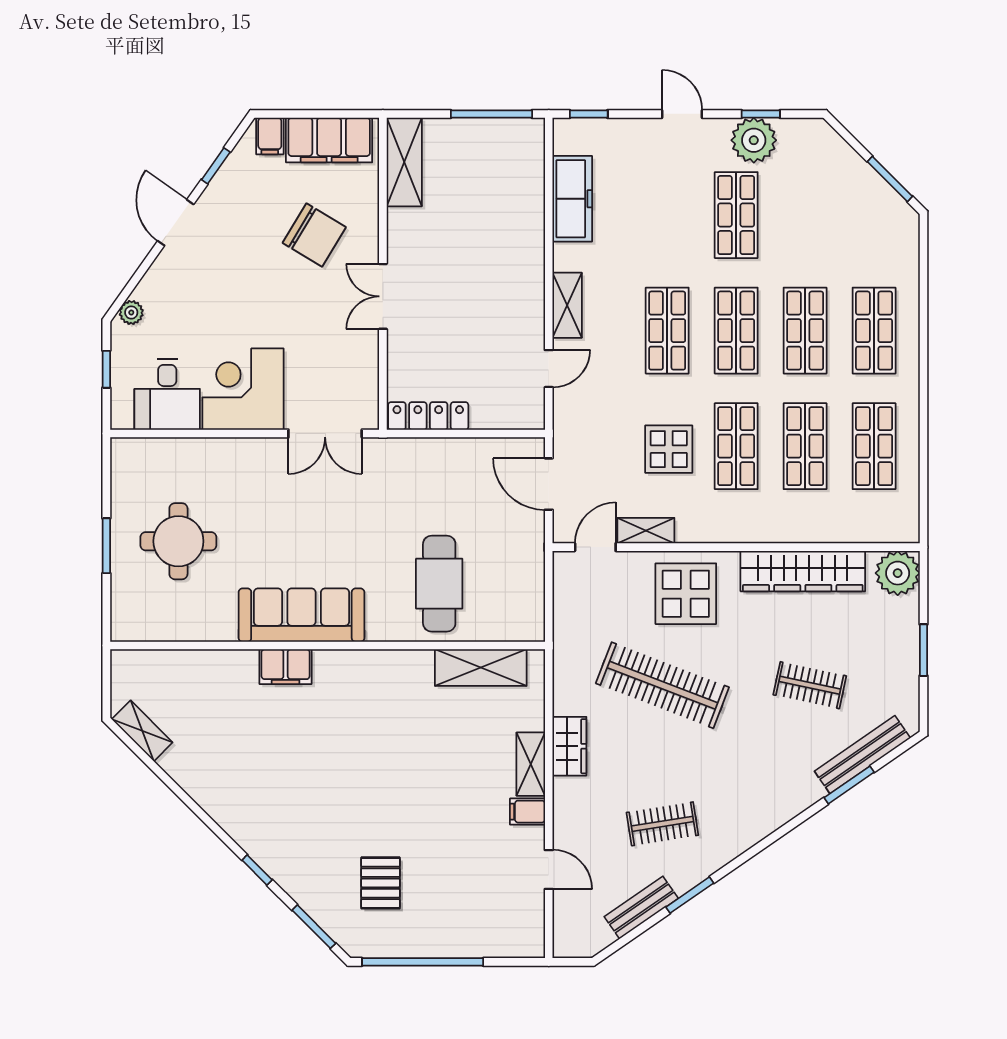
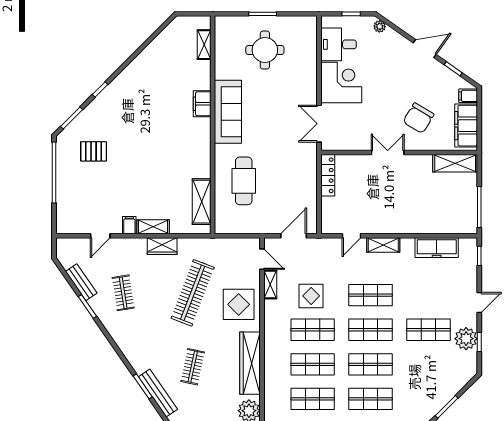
door: (549, 369) -> (352, 236), hinge flipped
cafe table: (439, 584) -> (244, 181), turned 90
shelving: (142, 731) -> (204, 45), moved, turned -45

